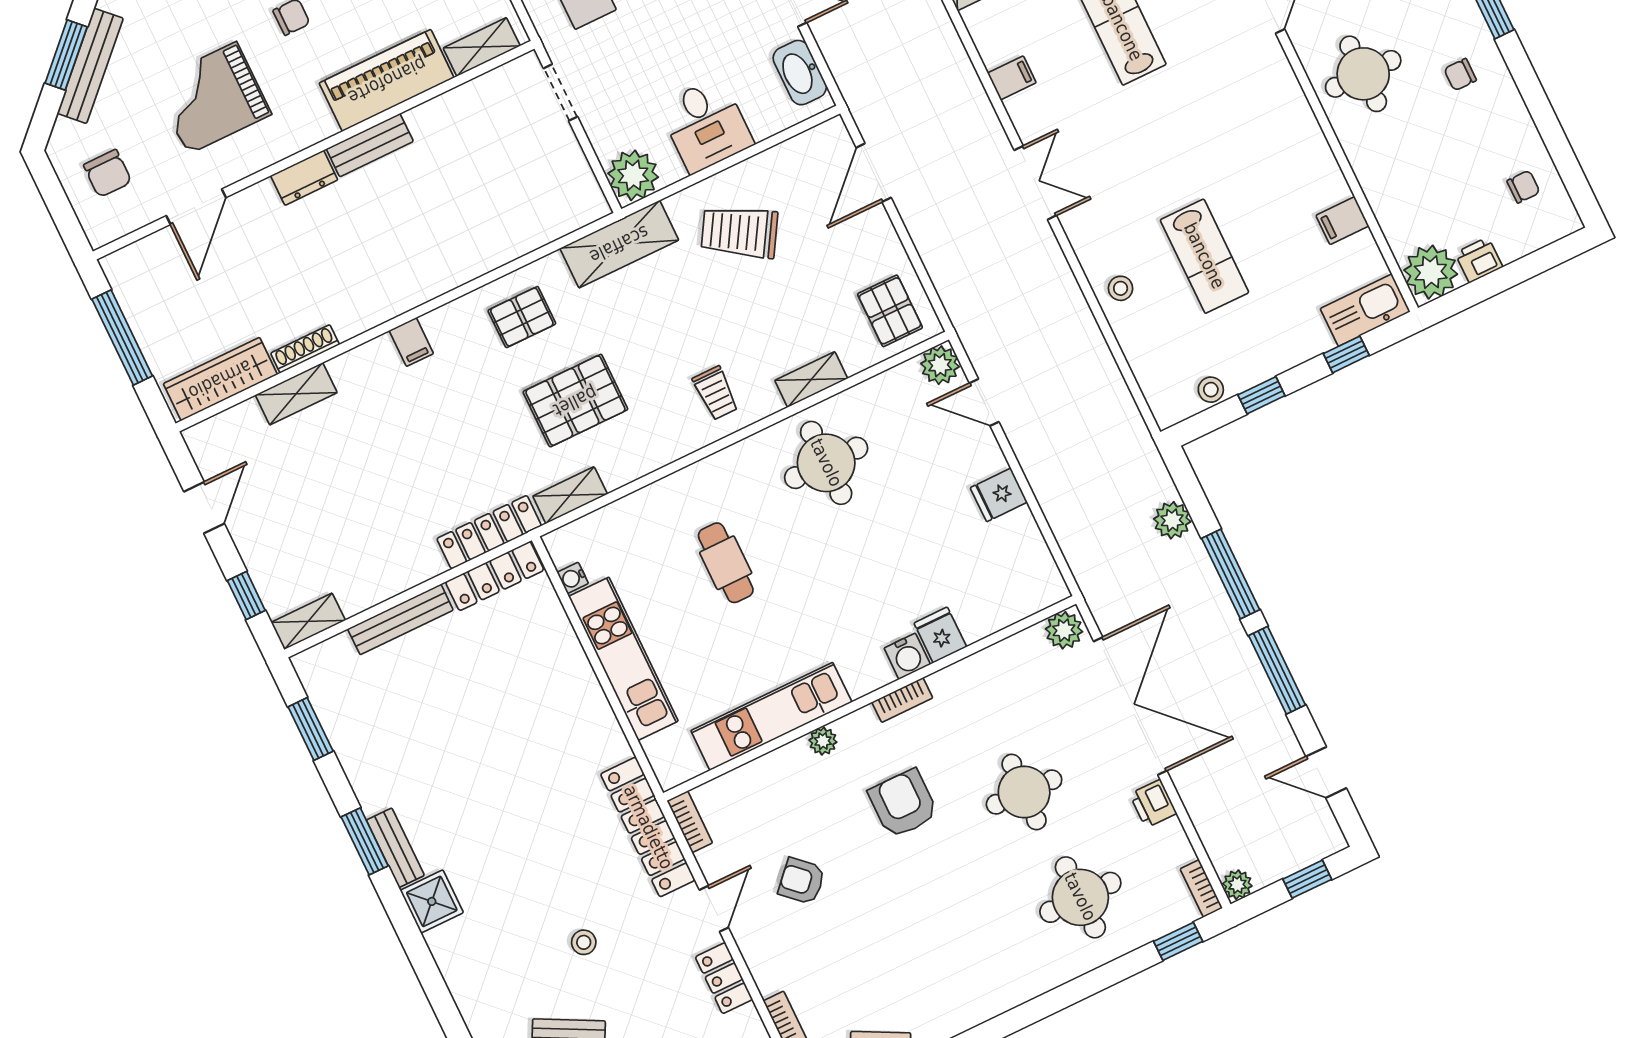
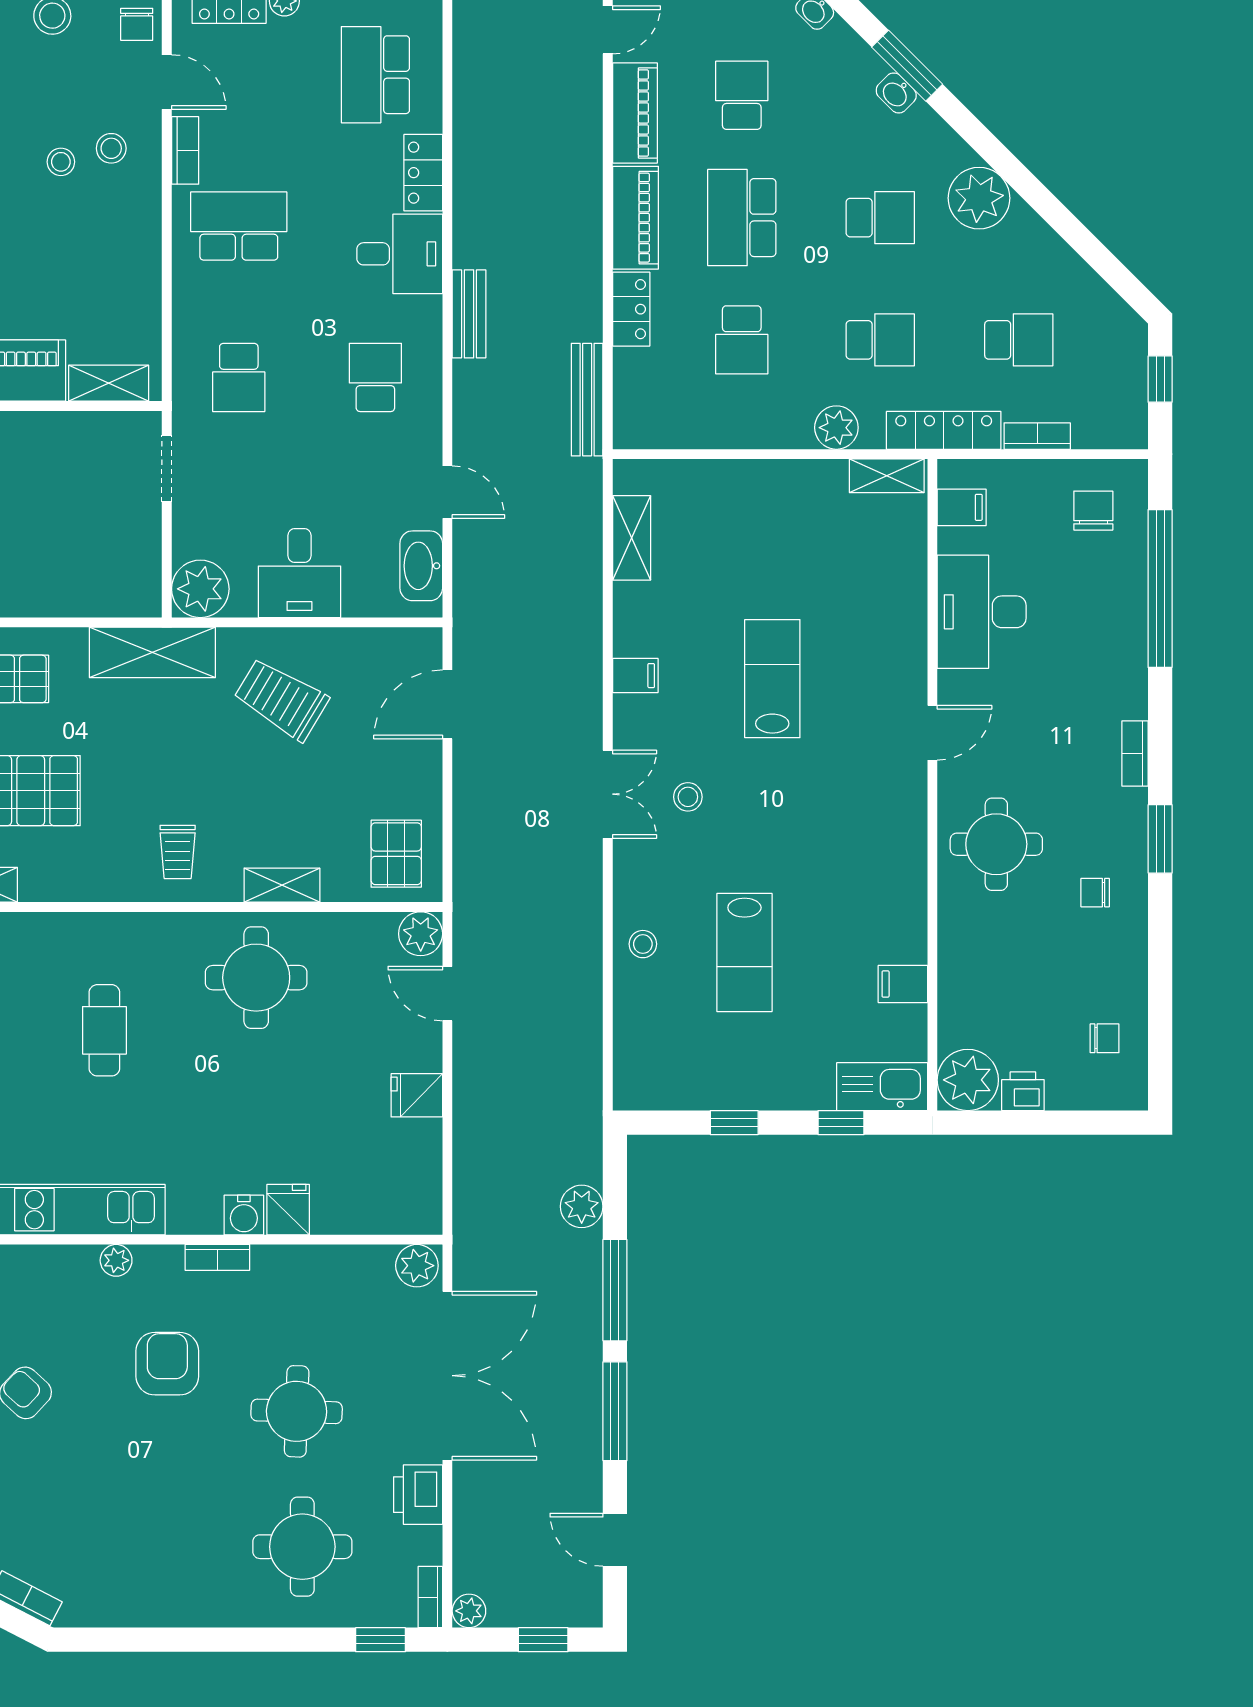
stool: (1211, 390) -> (688, 797), moved
printer: (1153, 804) -> (418, 1495), width x1.36, depth x1.24

